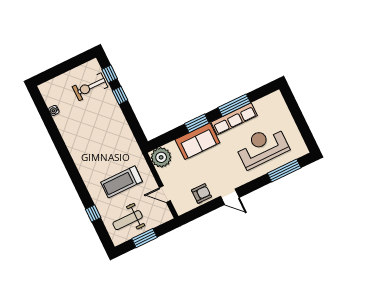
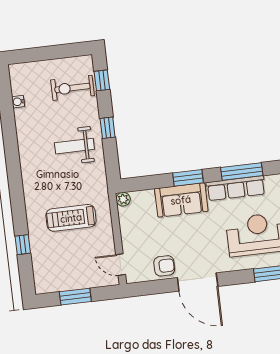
window: (120, 95) -> (108, 128), moved
plant: (161, 157) -> (123, 199), width x0.53, depth x0.53
door: (165, 194) -> (121, 265), moved
door: (230, 197) -> (198, 282), width x1.88
weight bench: (128, 220) -> (74, 146), moved

